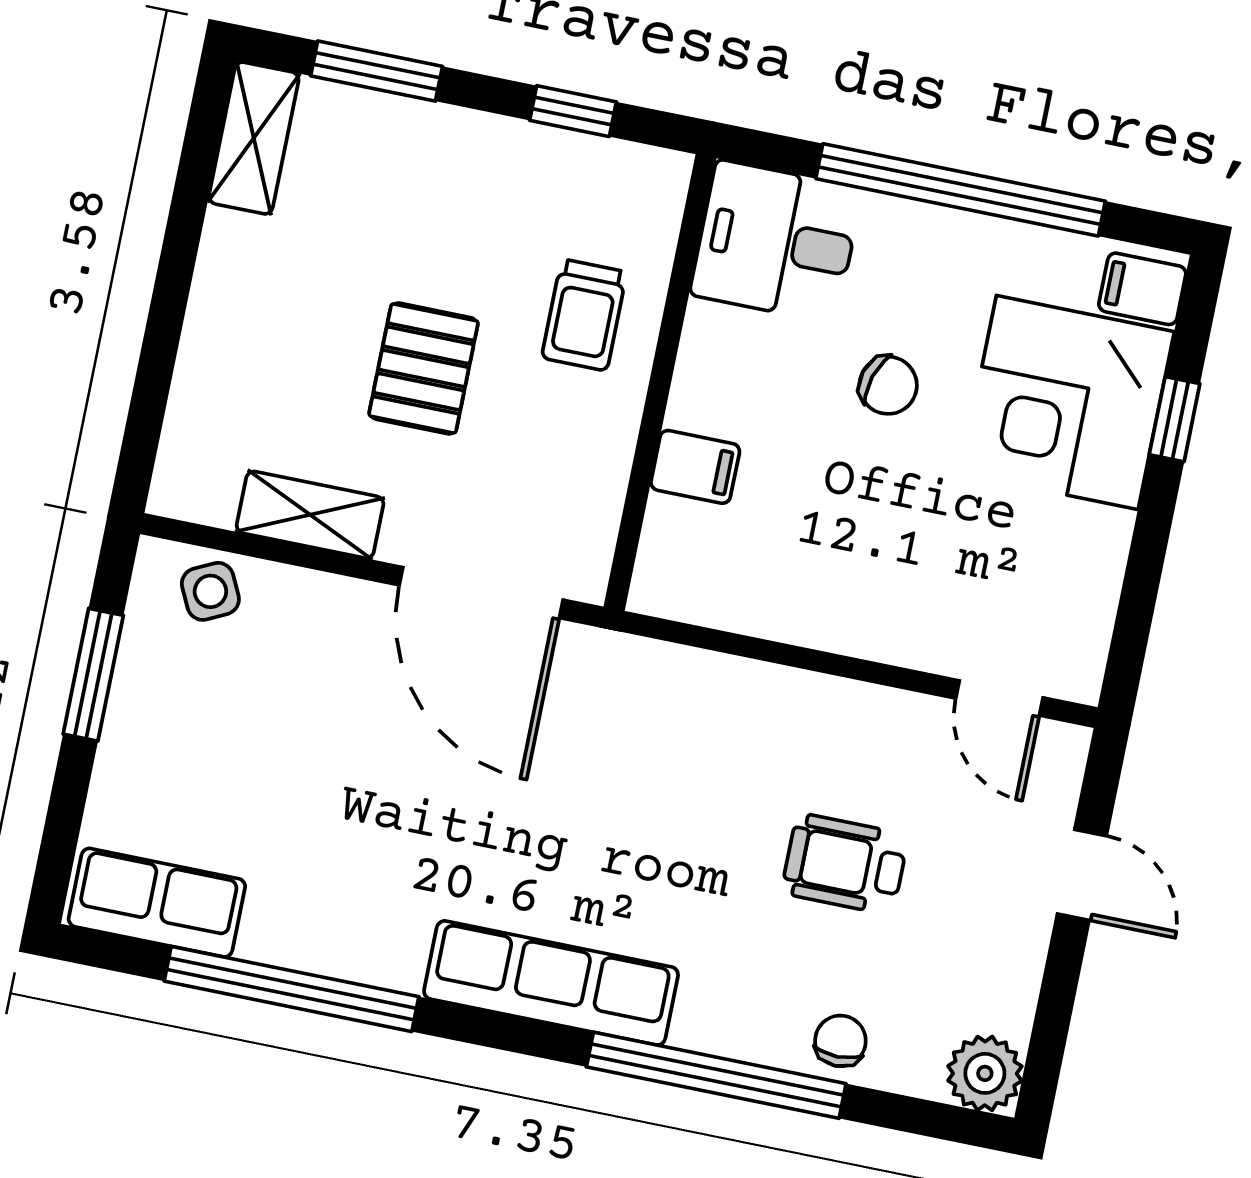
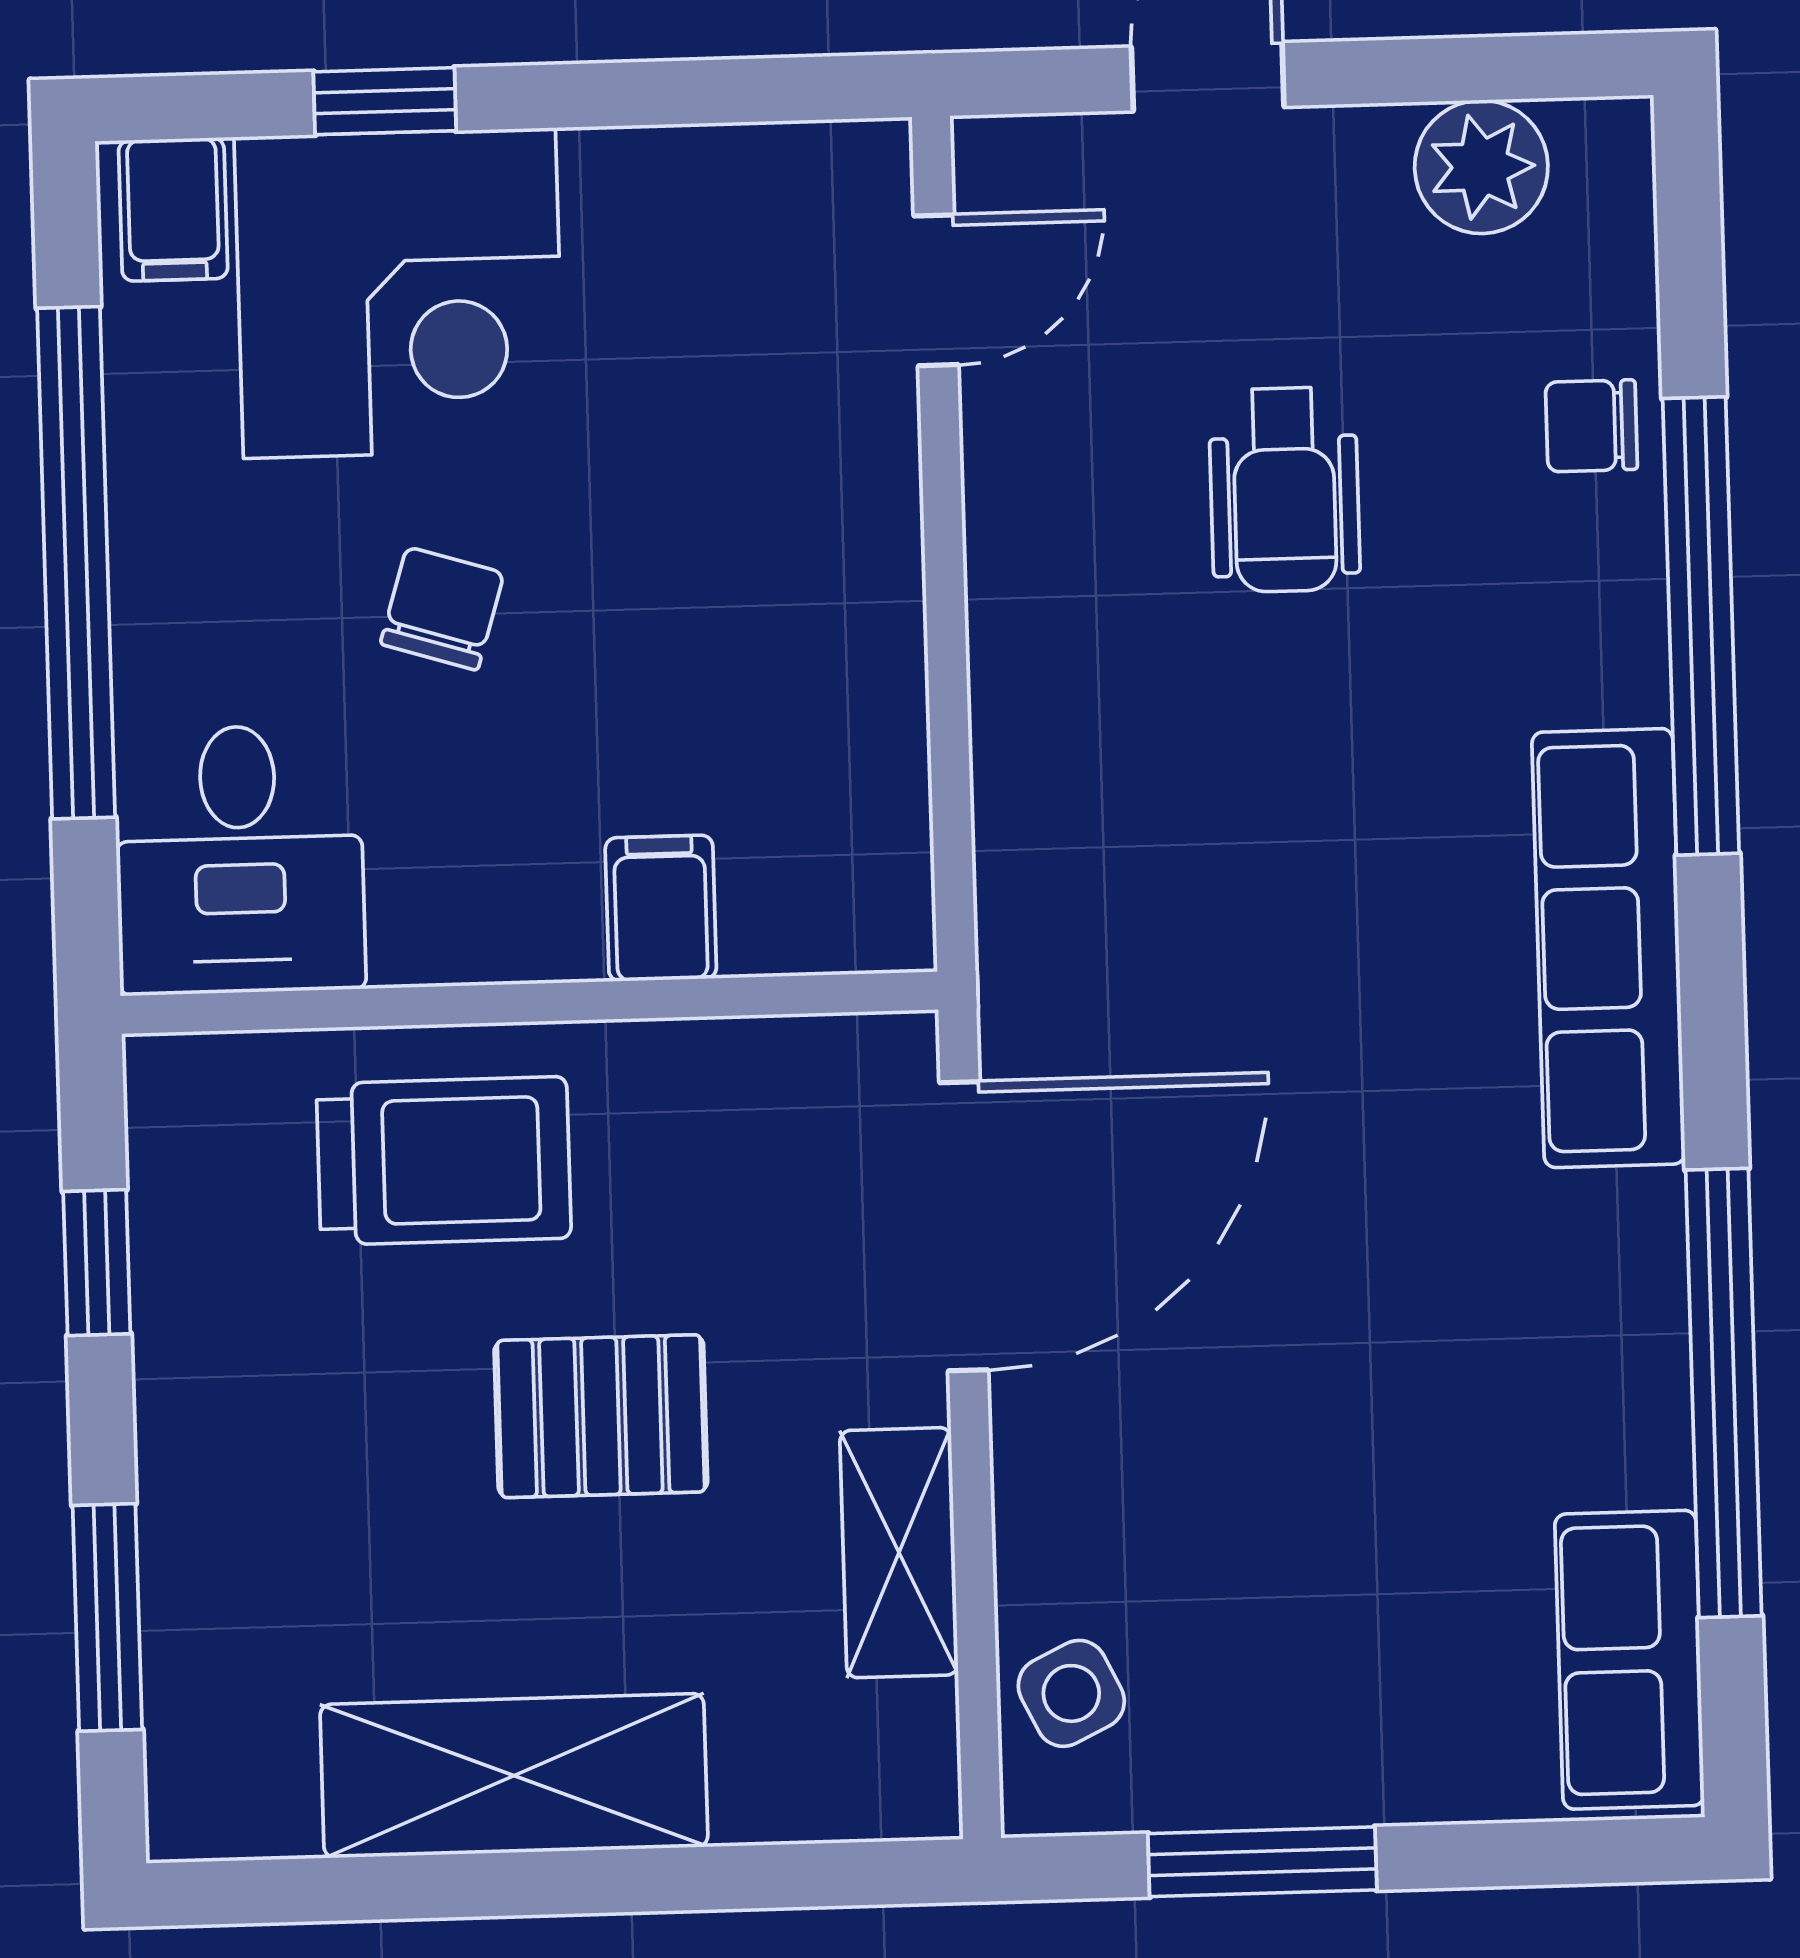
shelving: (254, 138) -> (514, 1776), moved, width x1.50, depth x1.33
trolley: (584, 315) -> (444, 1161), width x1.36, depth x1.39
plant: (985, 1073) -> (1481, 167), moved

